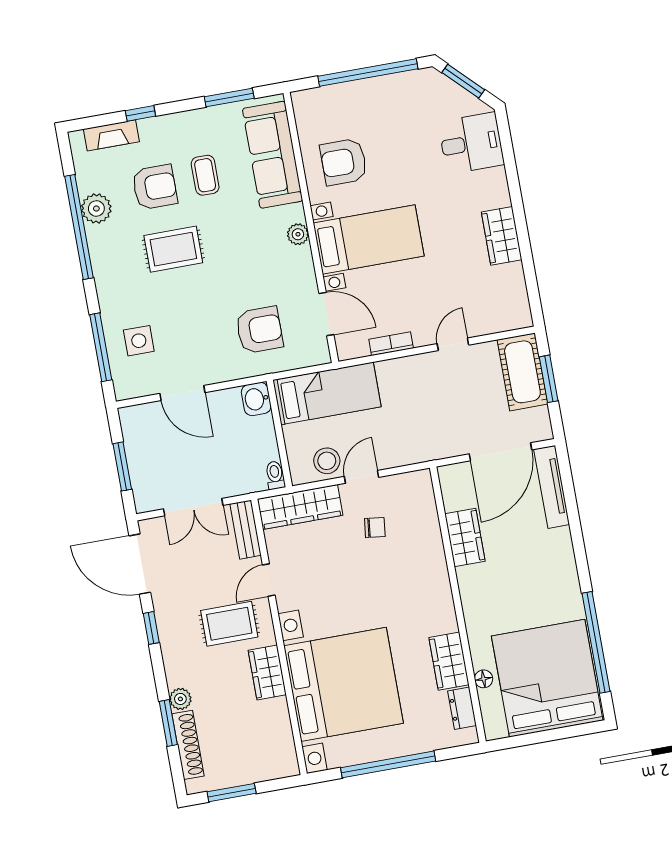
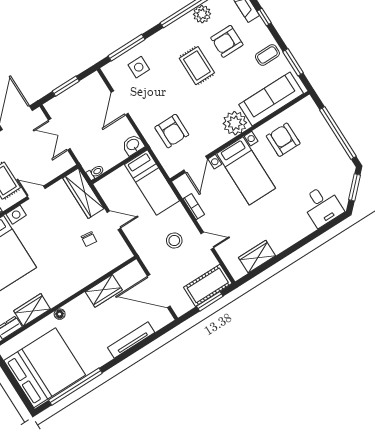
coffee table: (205, 175) -> (267, 55), moved
armchair: (155, 187) -> (227, 41), turned 90
plant: (298, 234) -> (235, 123), width x1.88, depth x1.88
wardrobe: (502, 236) -> (257, 257), moved
stool: (327, 461) -> (174, 241), moved
tv unit: (552, 487) -> (131, 340), moved
bench: (246, 530) -> (59, 168), removed
floor lamp: (484, 679) -> (60, 314), moved

